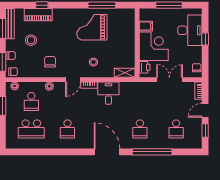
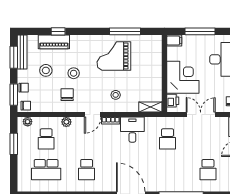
filing cabinet: (146, 26) -> (174, 41), moved
stool: (56, 43) -> (74, 73), added
school desk: (140, 129) -> (167, 139), moved

